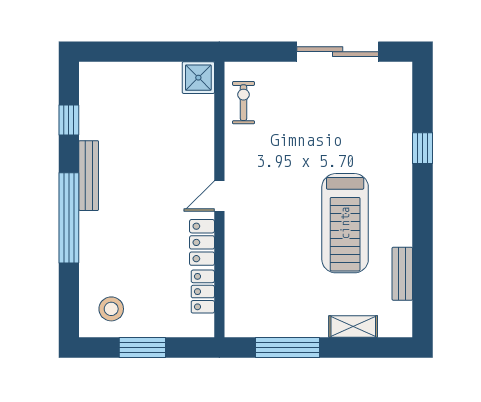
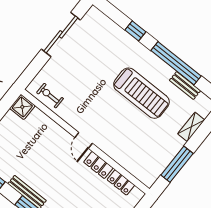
window: (422, 238) -> (176, 63), added

